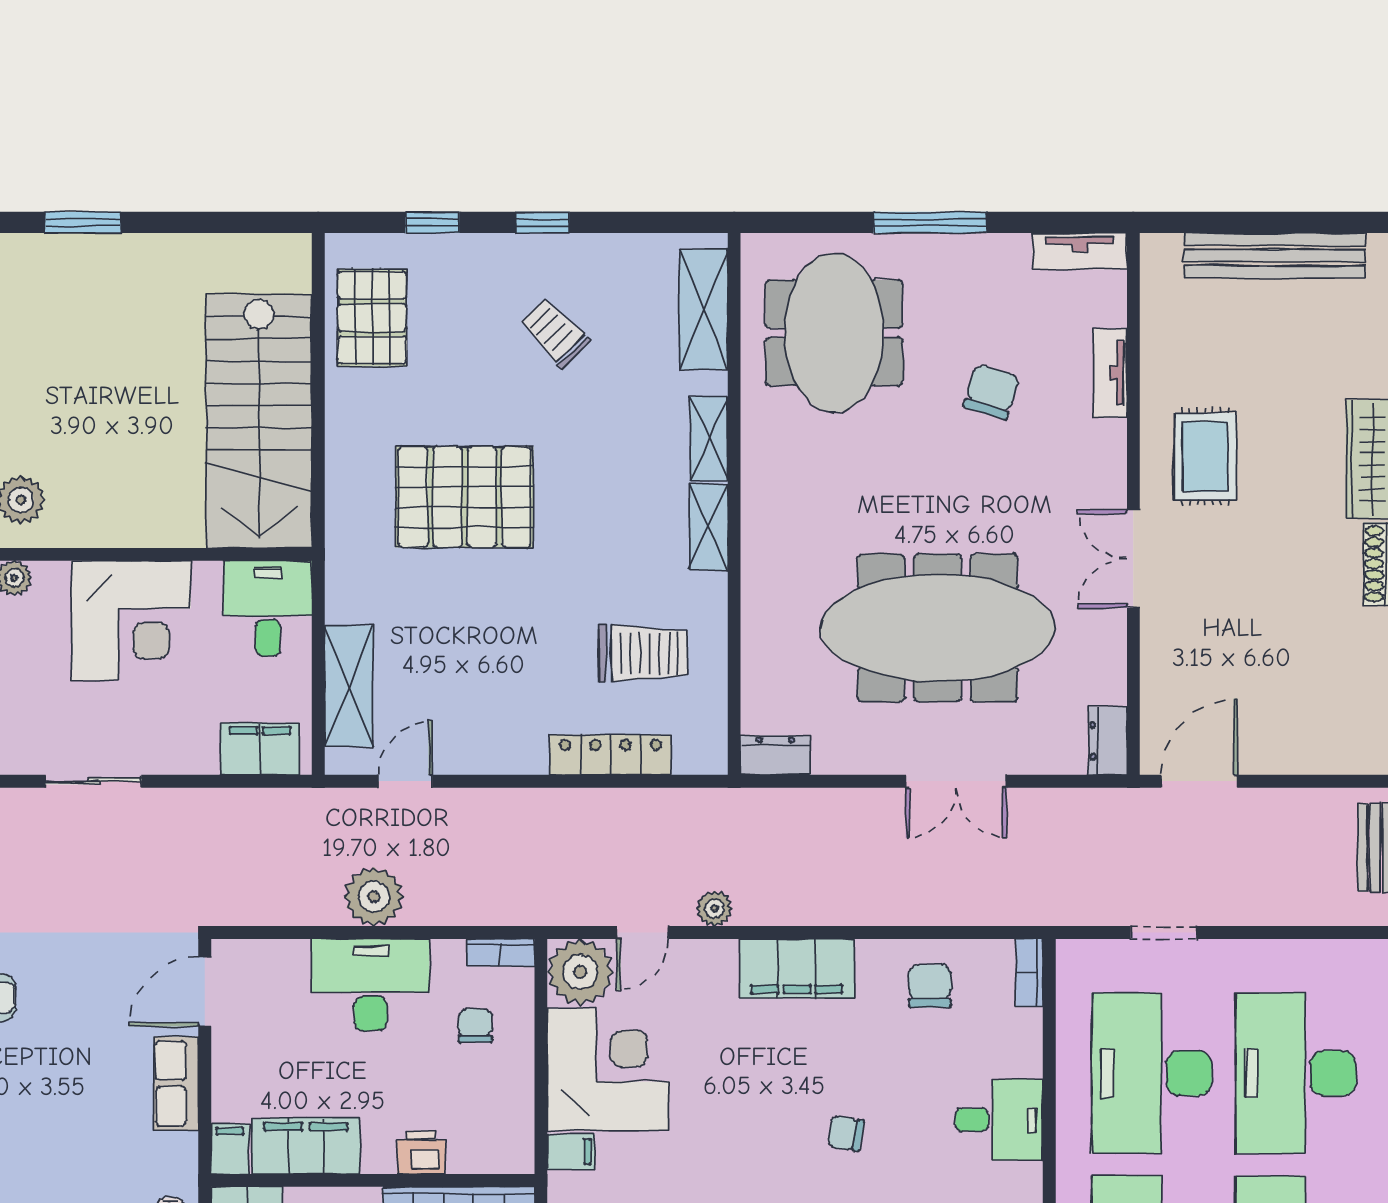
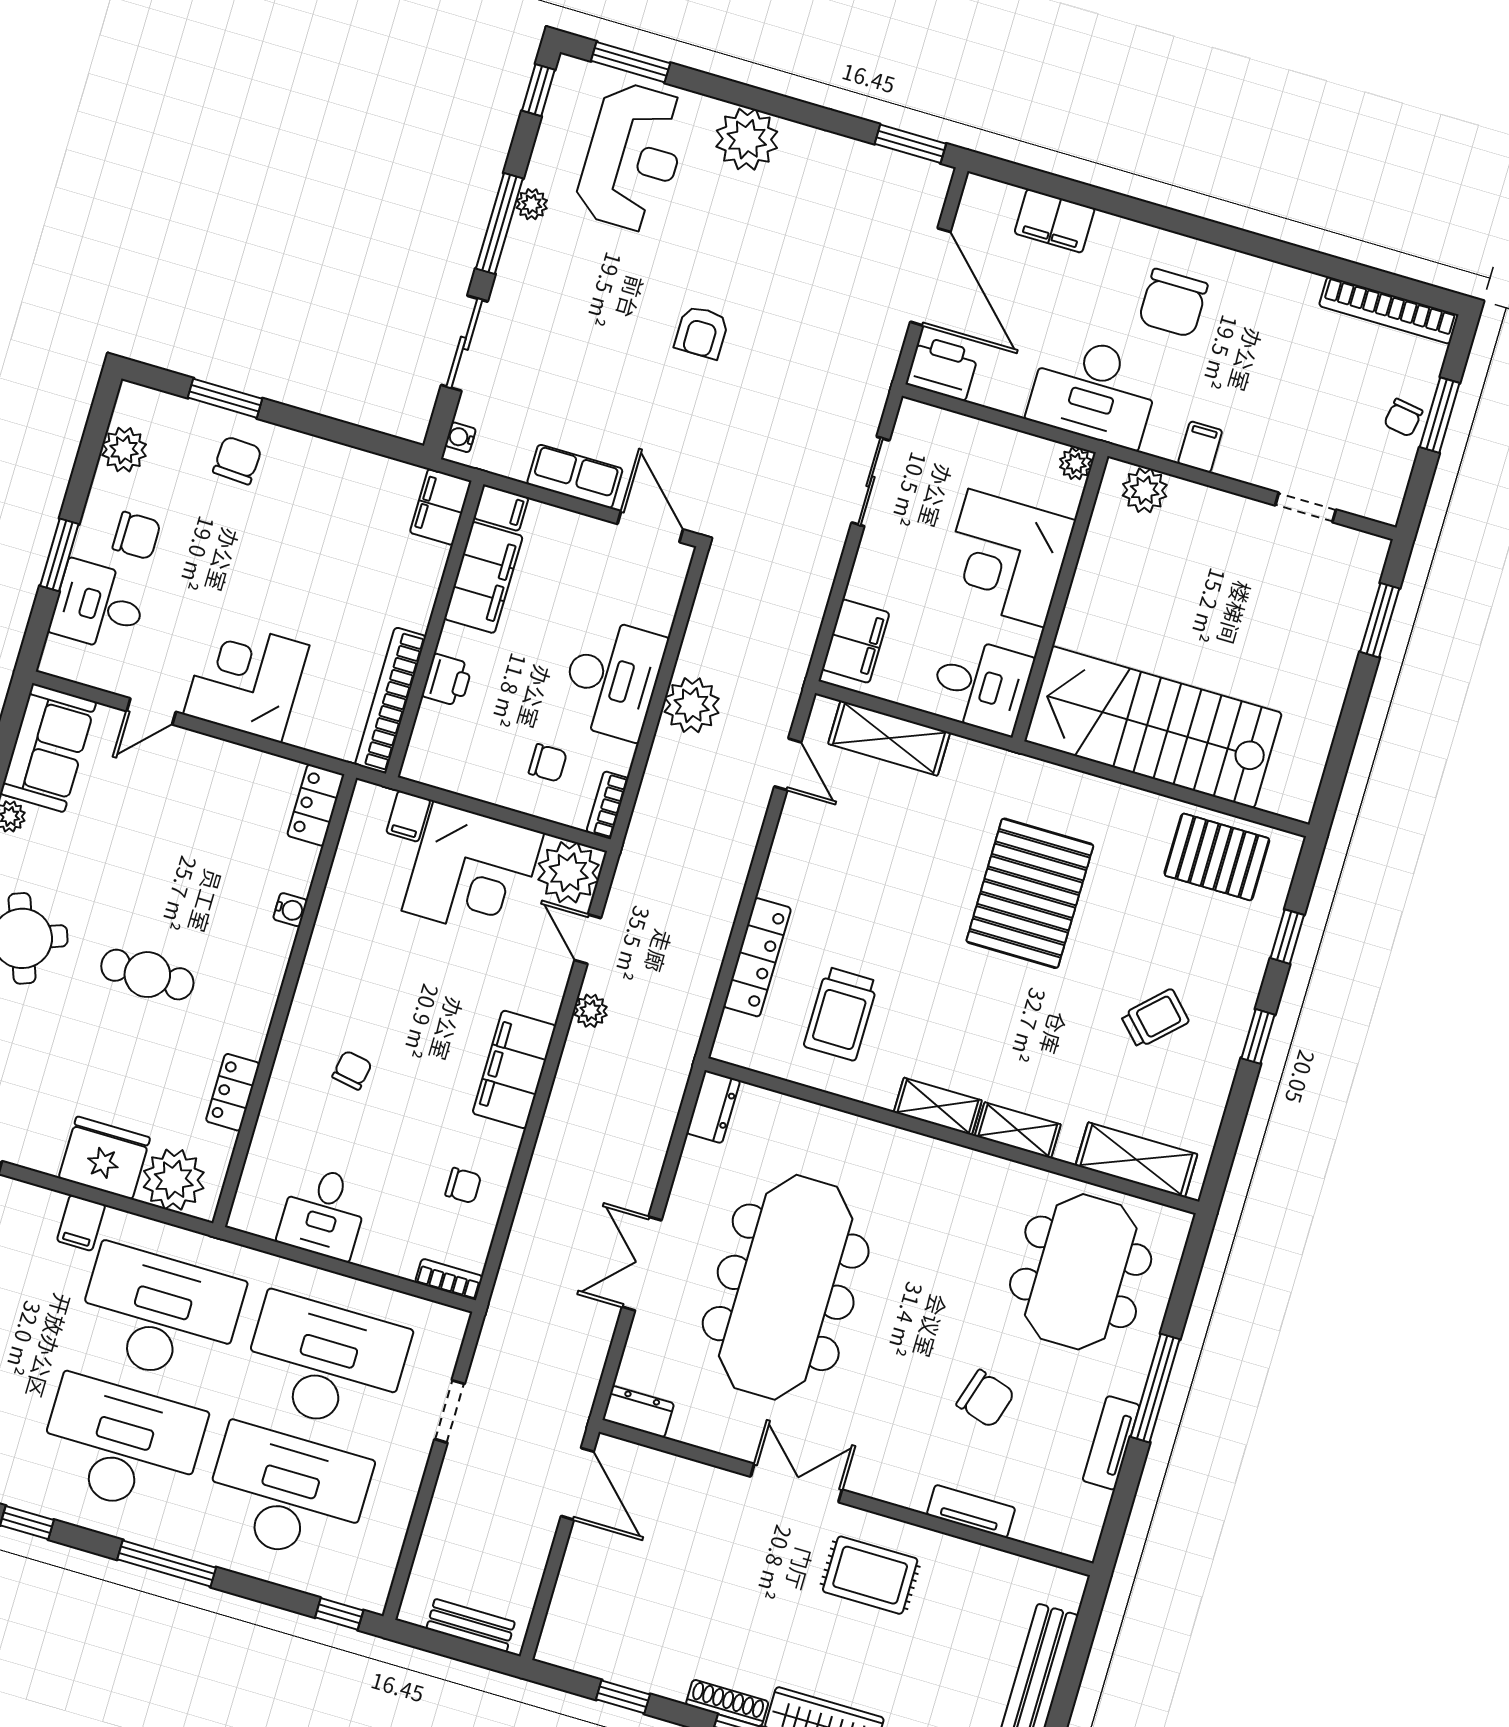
tv unit: (1080, 251) -> (1111, 1443), moved
meeting table: (834, 333) -> (1081, 1272), turned 90
chair: (930, 986) -> (463, 1186), width x0.73, depth x0.73

